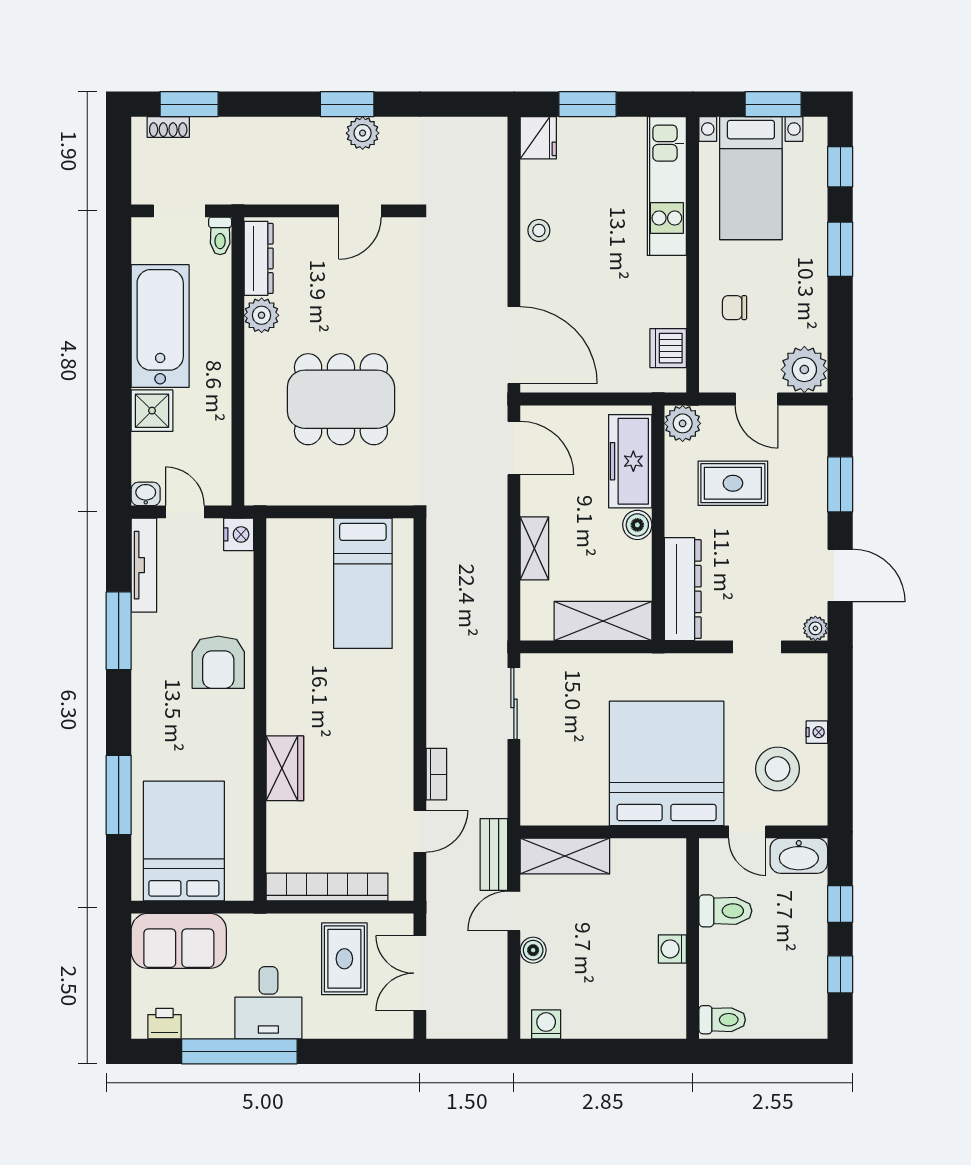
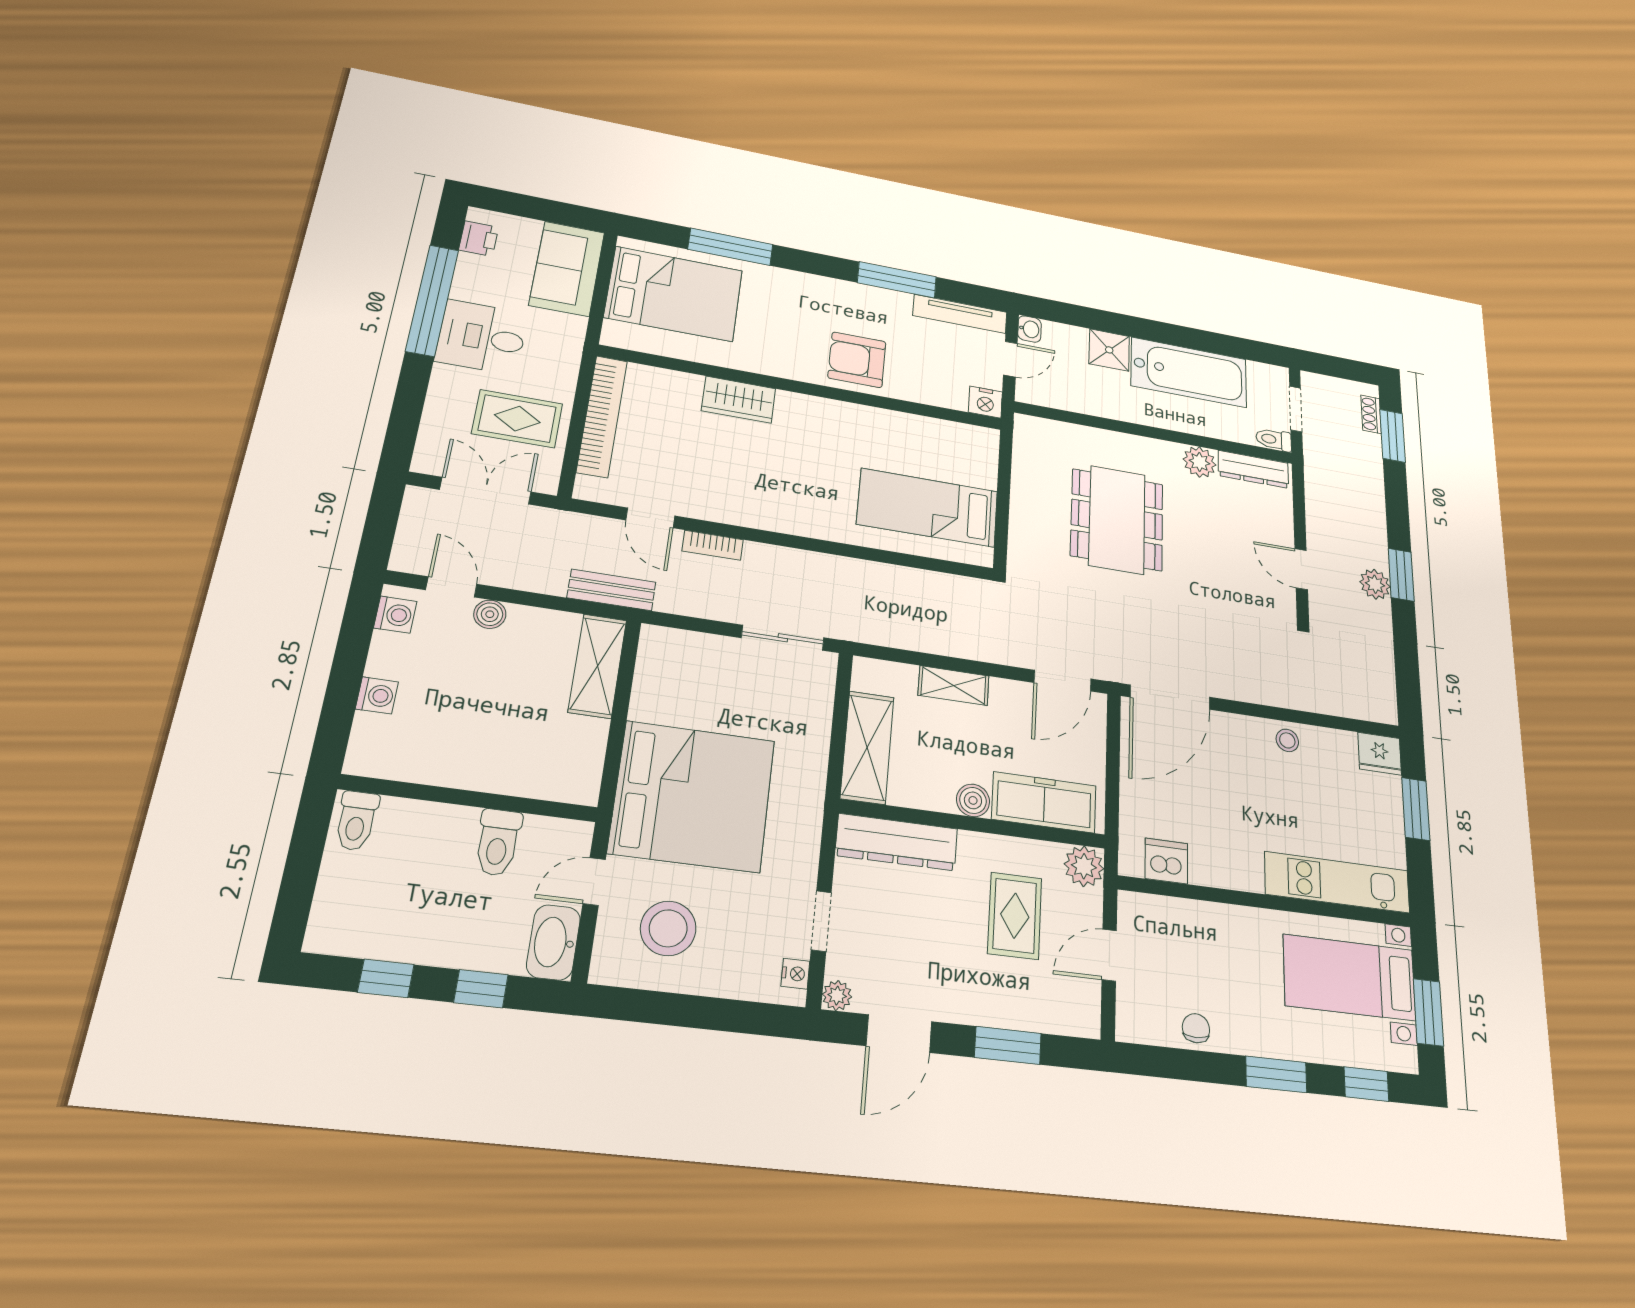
chair: (735, 308) -> (1196, 1028), moved
plant: (804, 370) -> (1142, 1016), removed
nightstand: (817, 732) -> (795, 974), moved, turned -90
door: (514, 911) -> (451, 587), moved
washing machine: (672, 949) -> (377, 695), moved, turned 90

